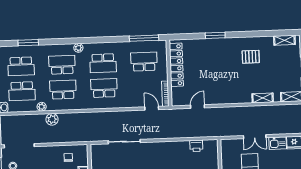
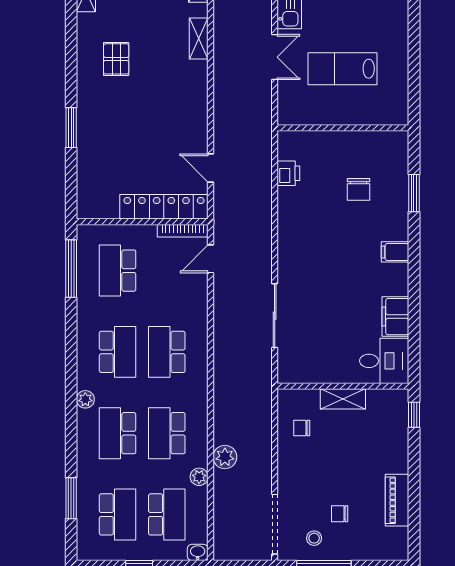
locker: (176, 65) -> (164, 207), moved

